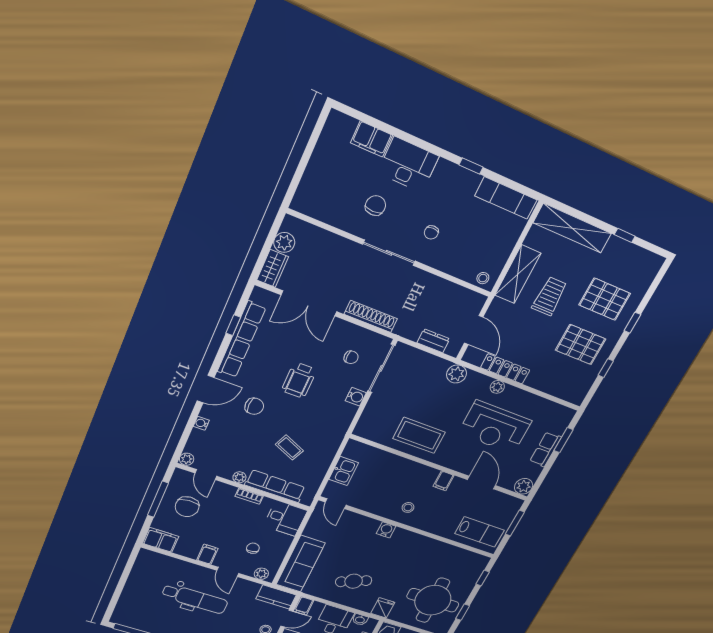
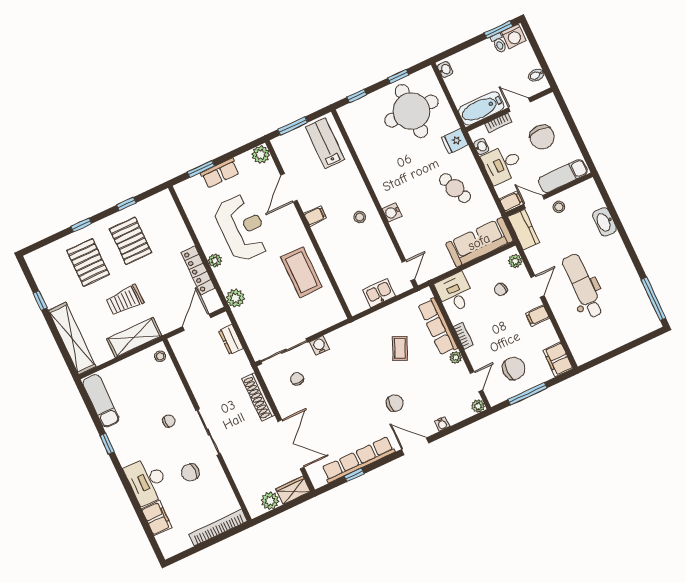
bookcase: (309, 179) -> (218, 528), added
wheelchair: (299, 380) -> (347, 394), removed
chair: (254, 406) -> (395, 403), turned 90

